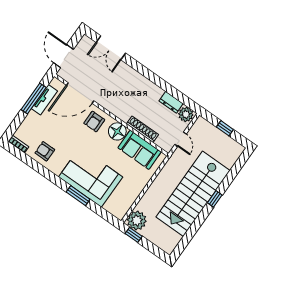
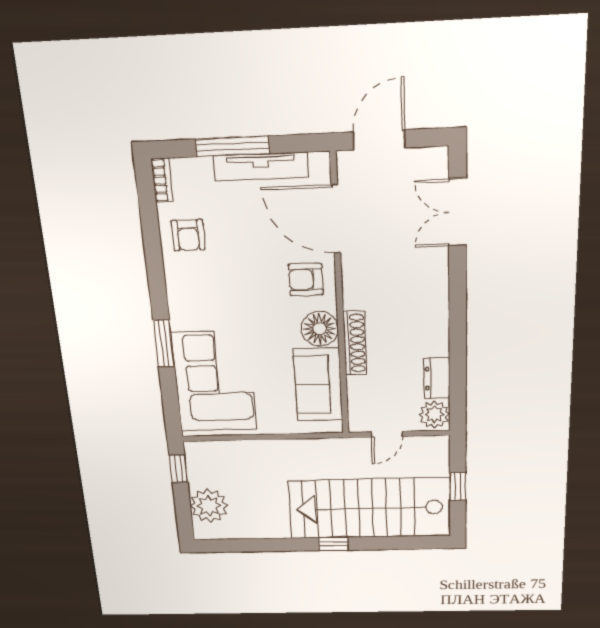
window: (34, 99) -> (232, 146), moved
tv unit: (44, 100) -> (261, 167), width x1.41
shoe rack: (142, 129) -> (355, 343), moved
armchair: (45, 151) -> (188, 235), turned 180
corner sofa: (91, 177) -> (214, 381), moved
stairs: (193, 194) -> (370, 508), moved
plant: (137, 220) -> (209, 506), moved

